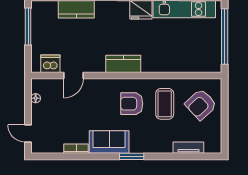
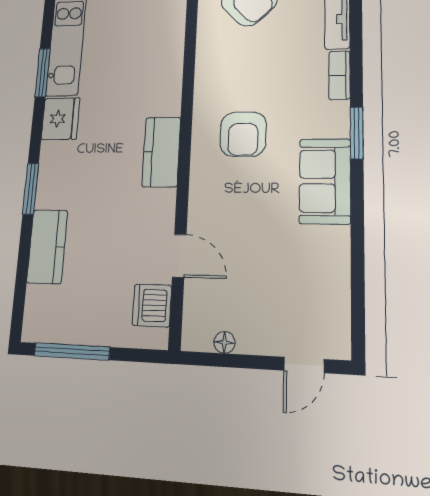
coffee table: (165, 104) -> (246, 69), removed
bookcase: (76, 149) -> (339, 75), moved

